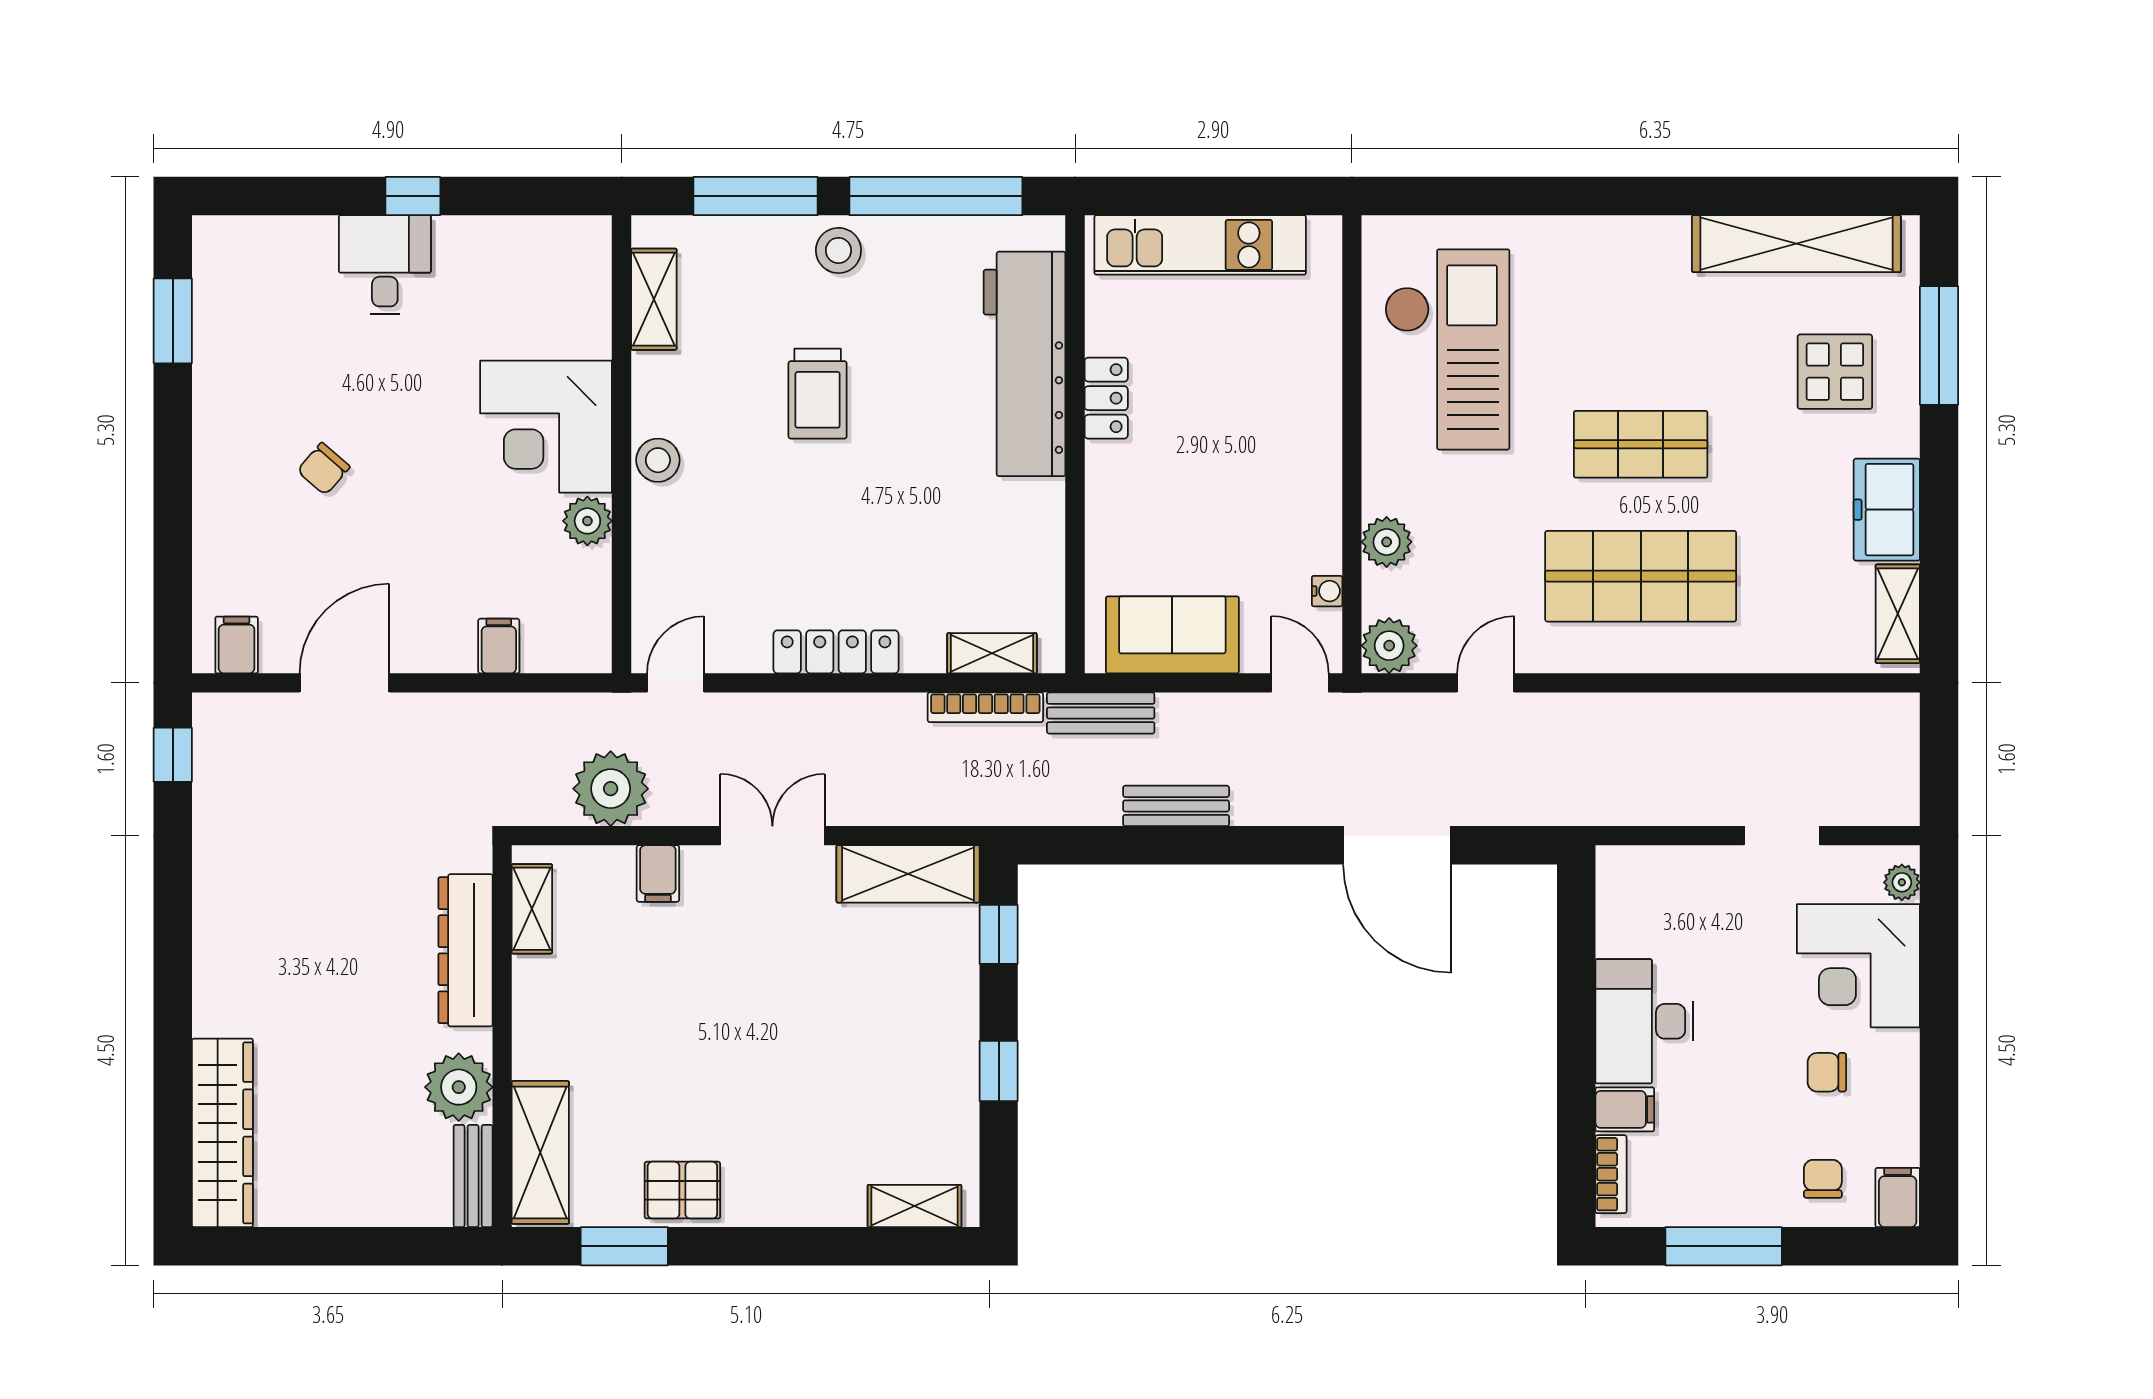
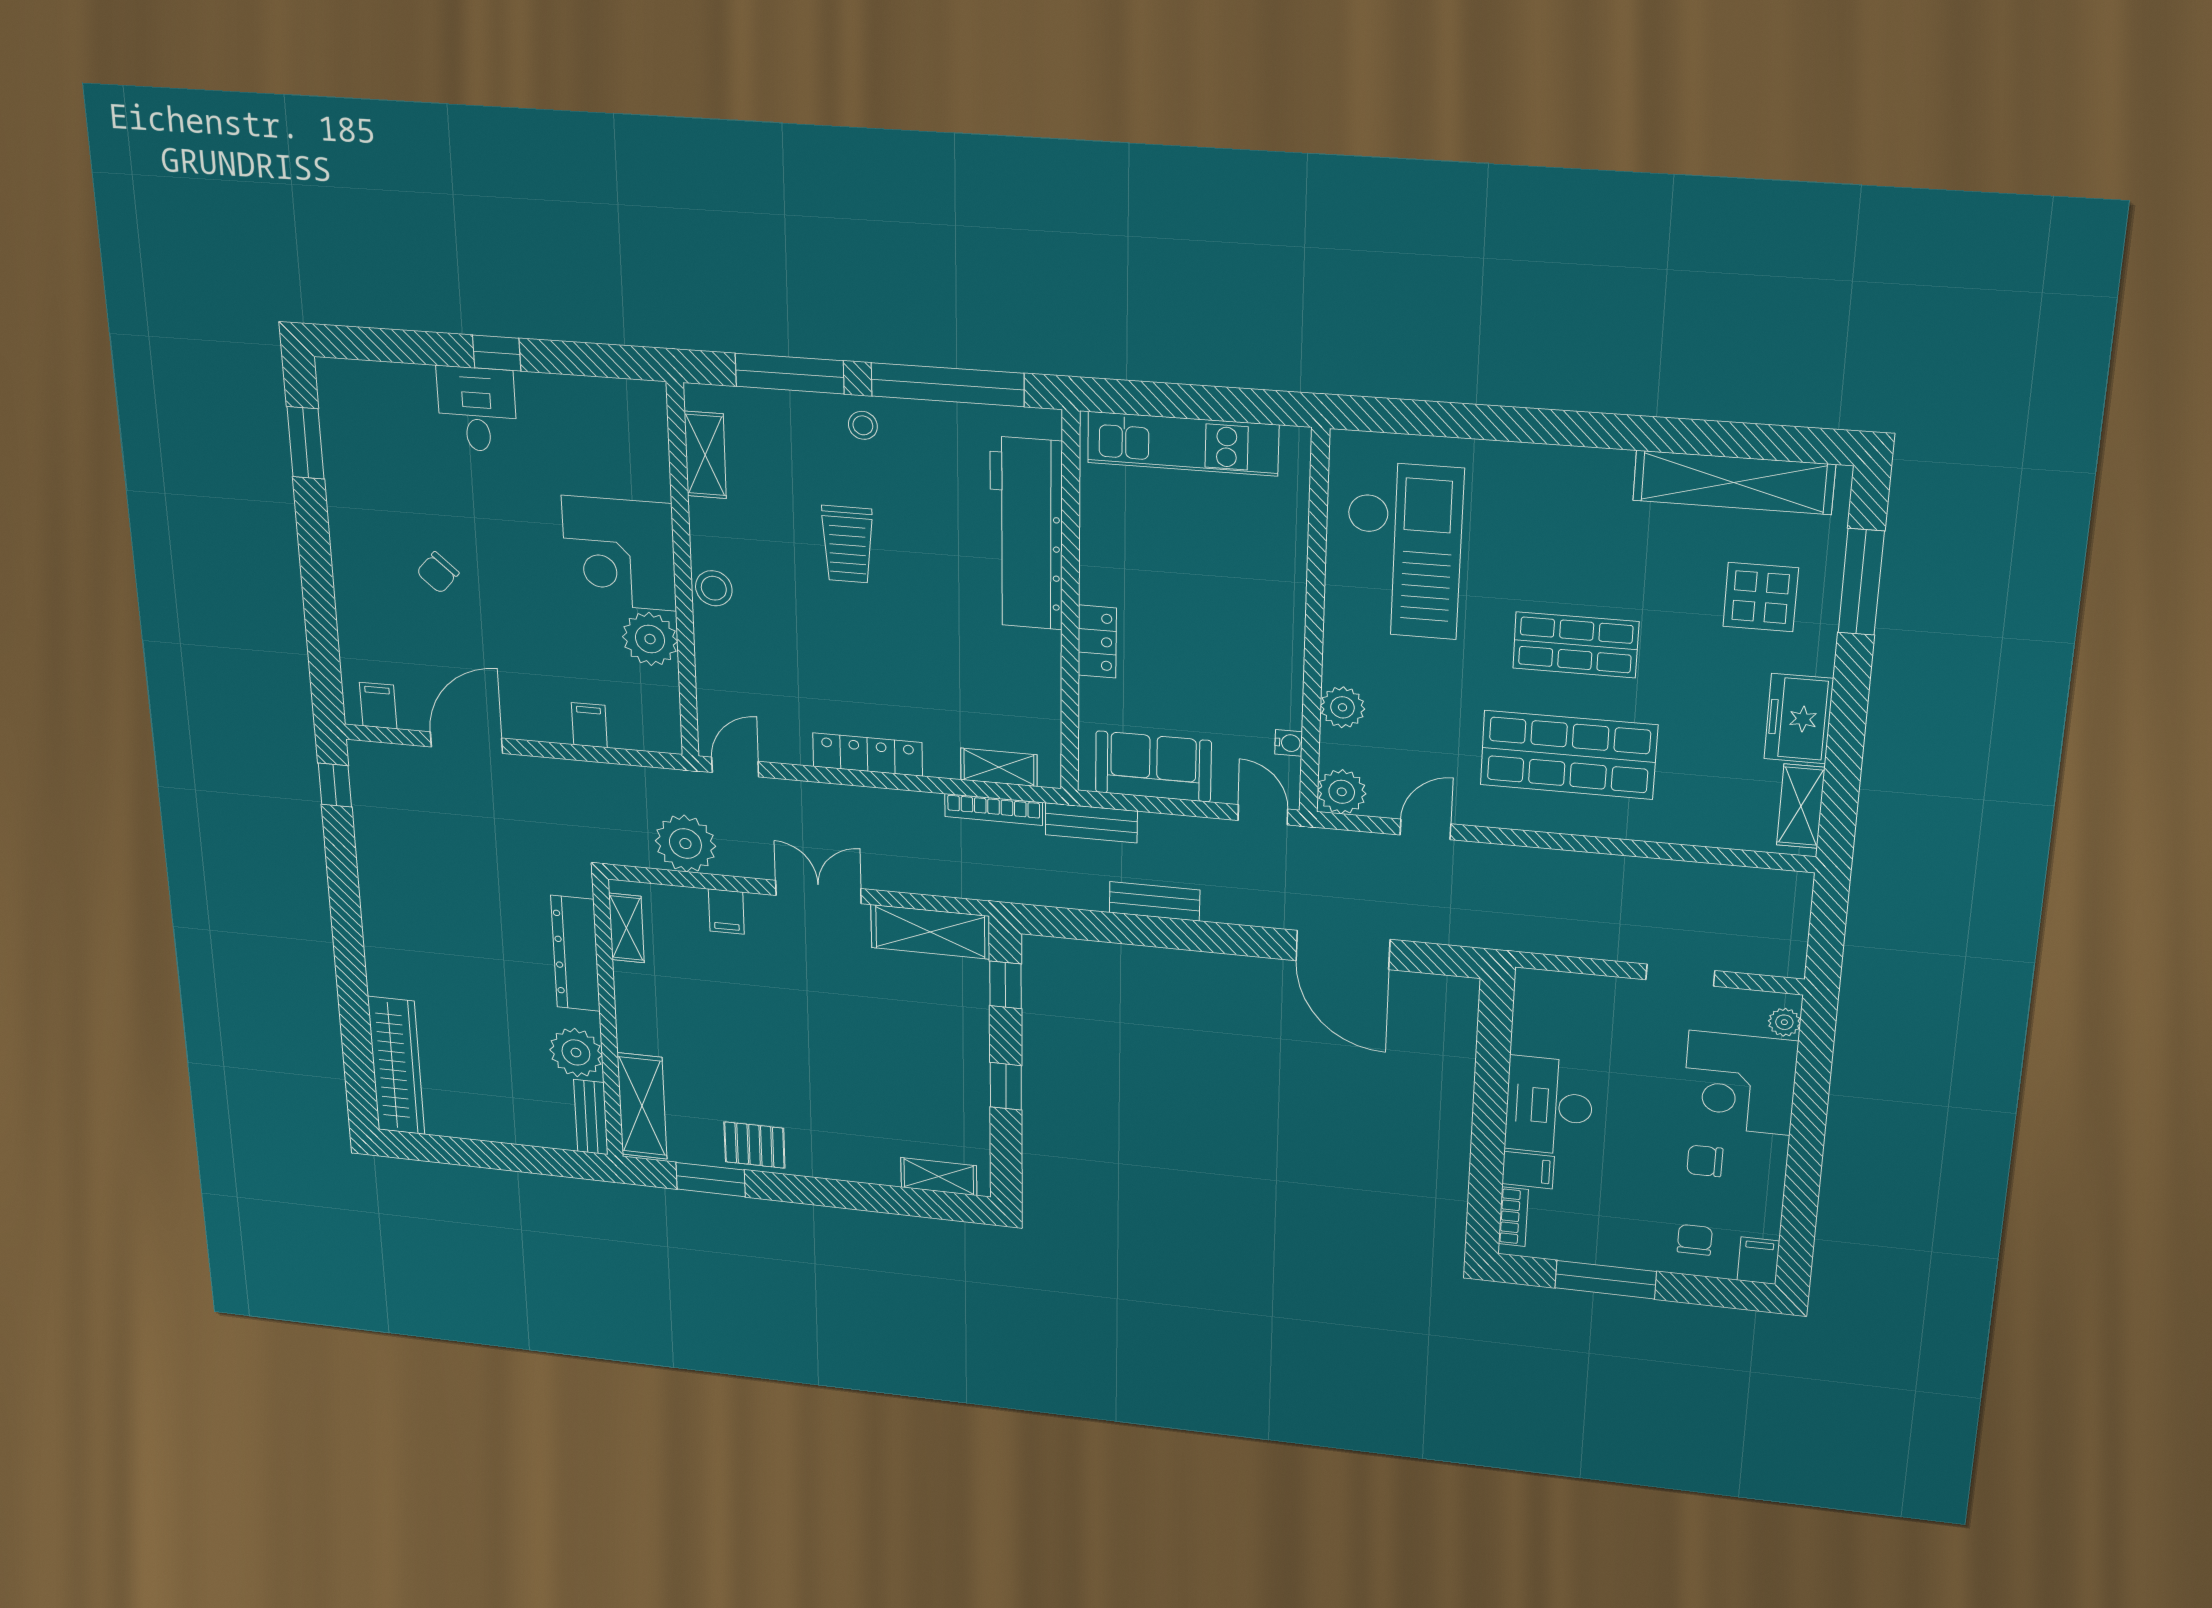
stool: (838, 250) -> (863, 425), width x0.73, depth x0.73
locker: (1106, 398) -> (1097, 642), moved
plant: (587, 521) -> (650, 639), width x1.36, depth x1.36

